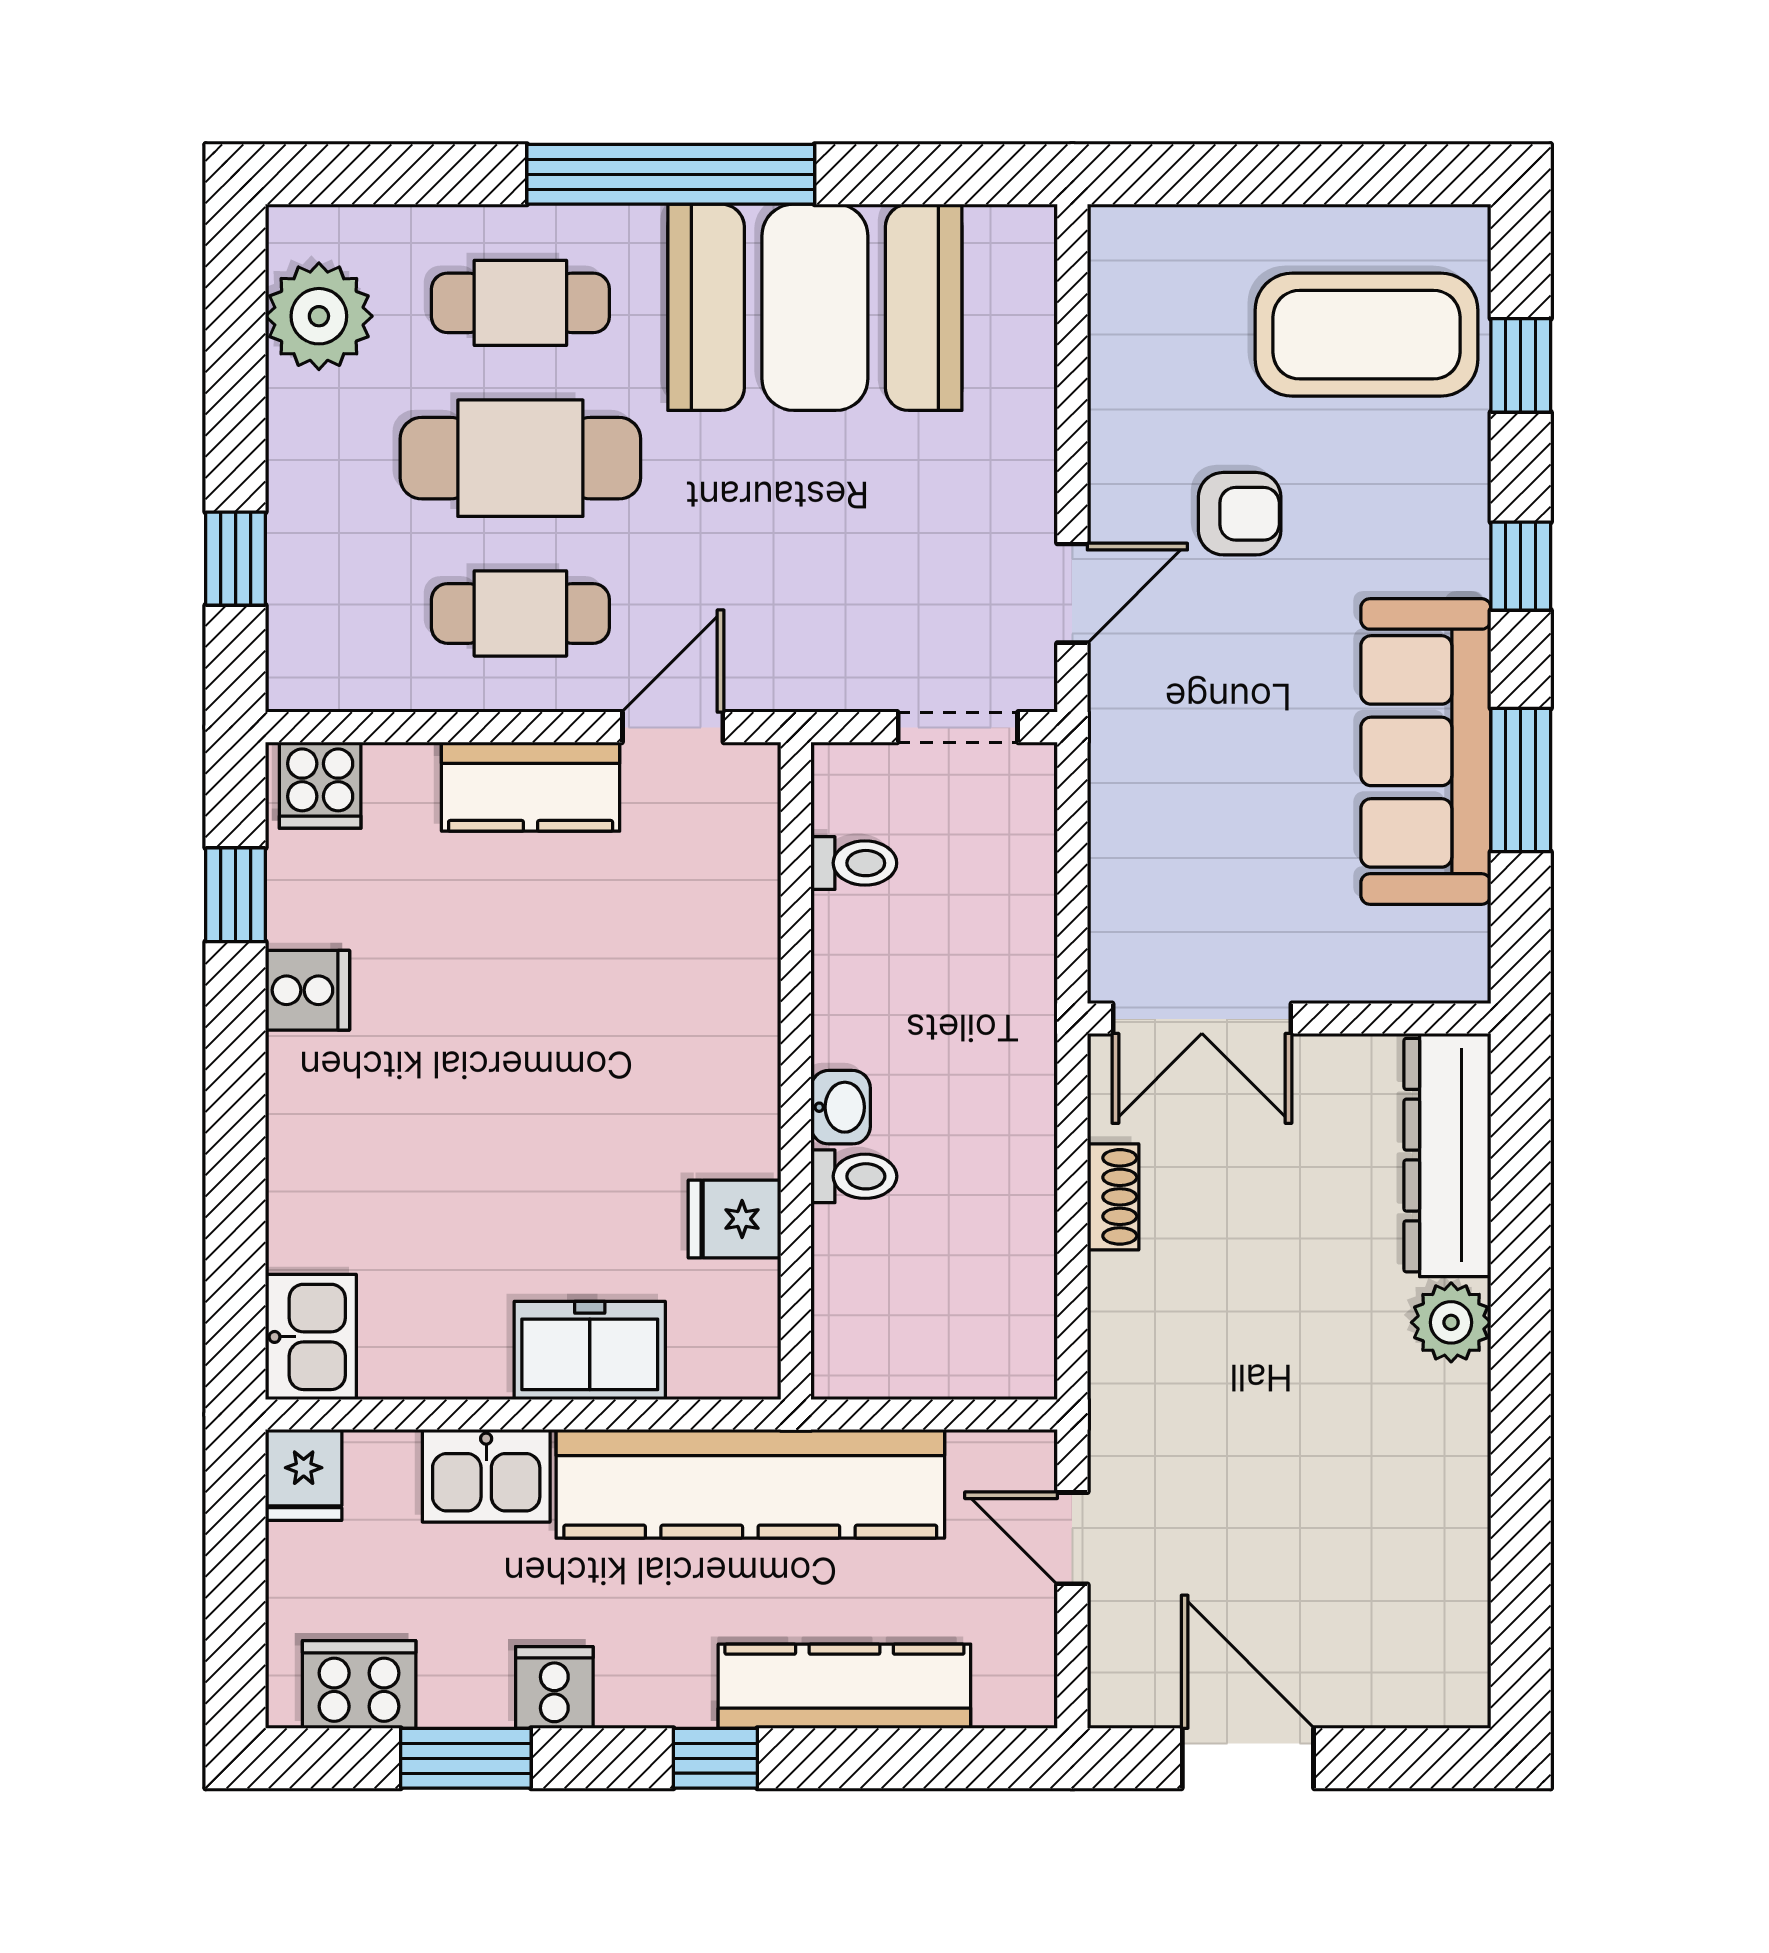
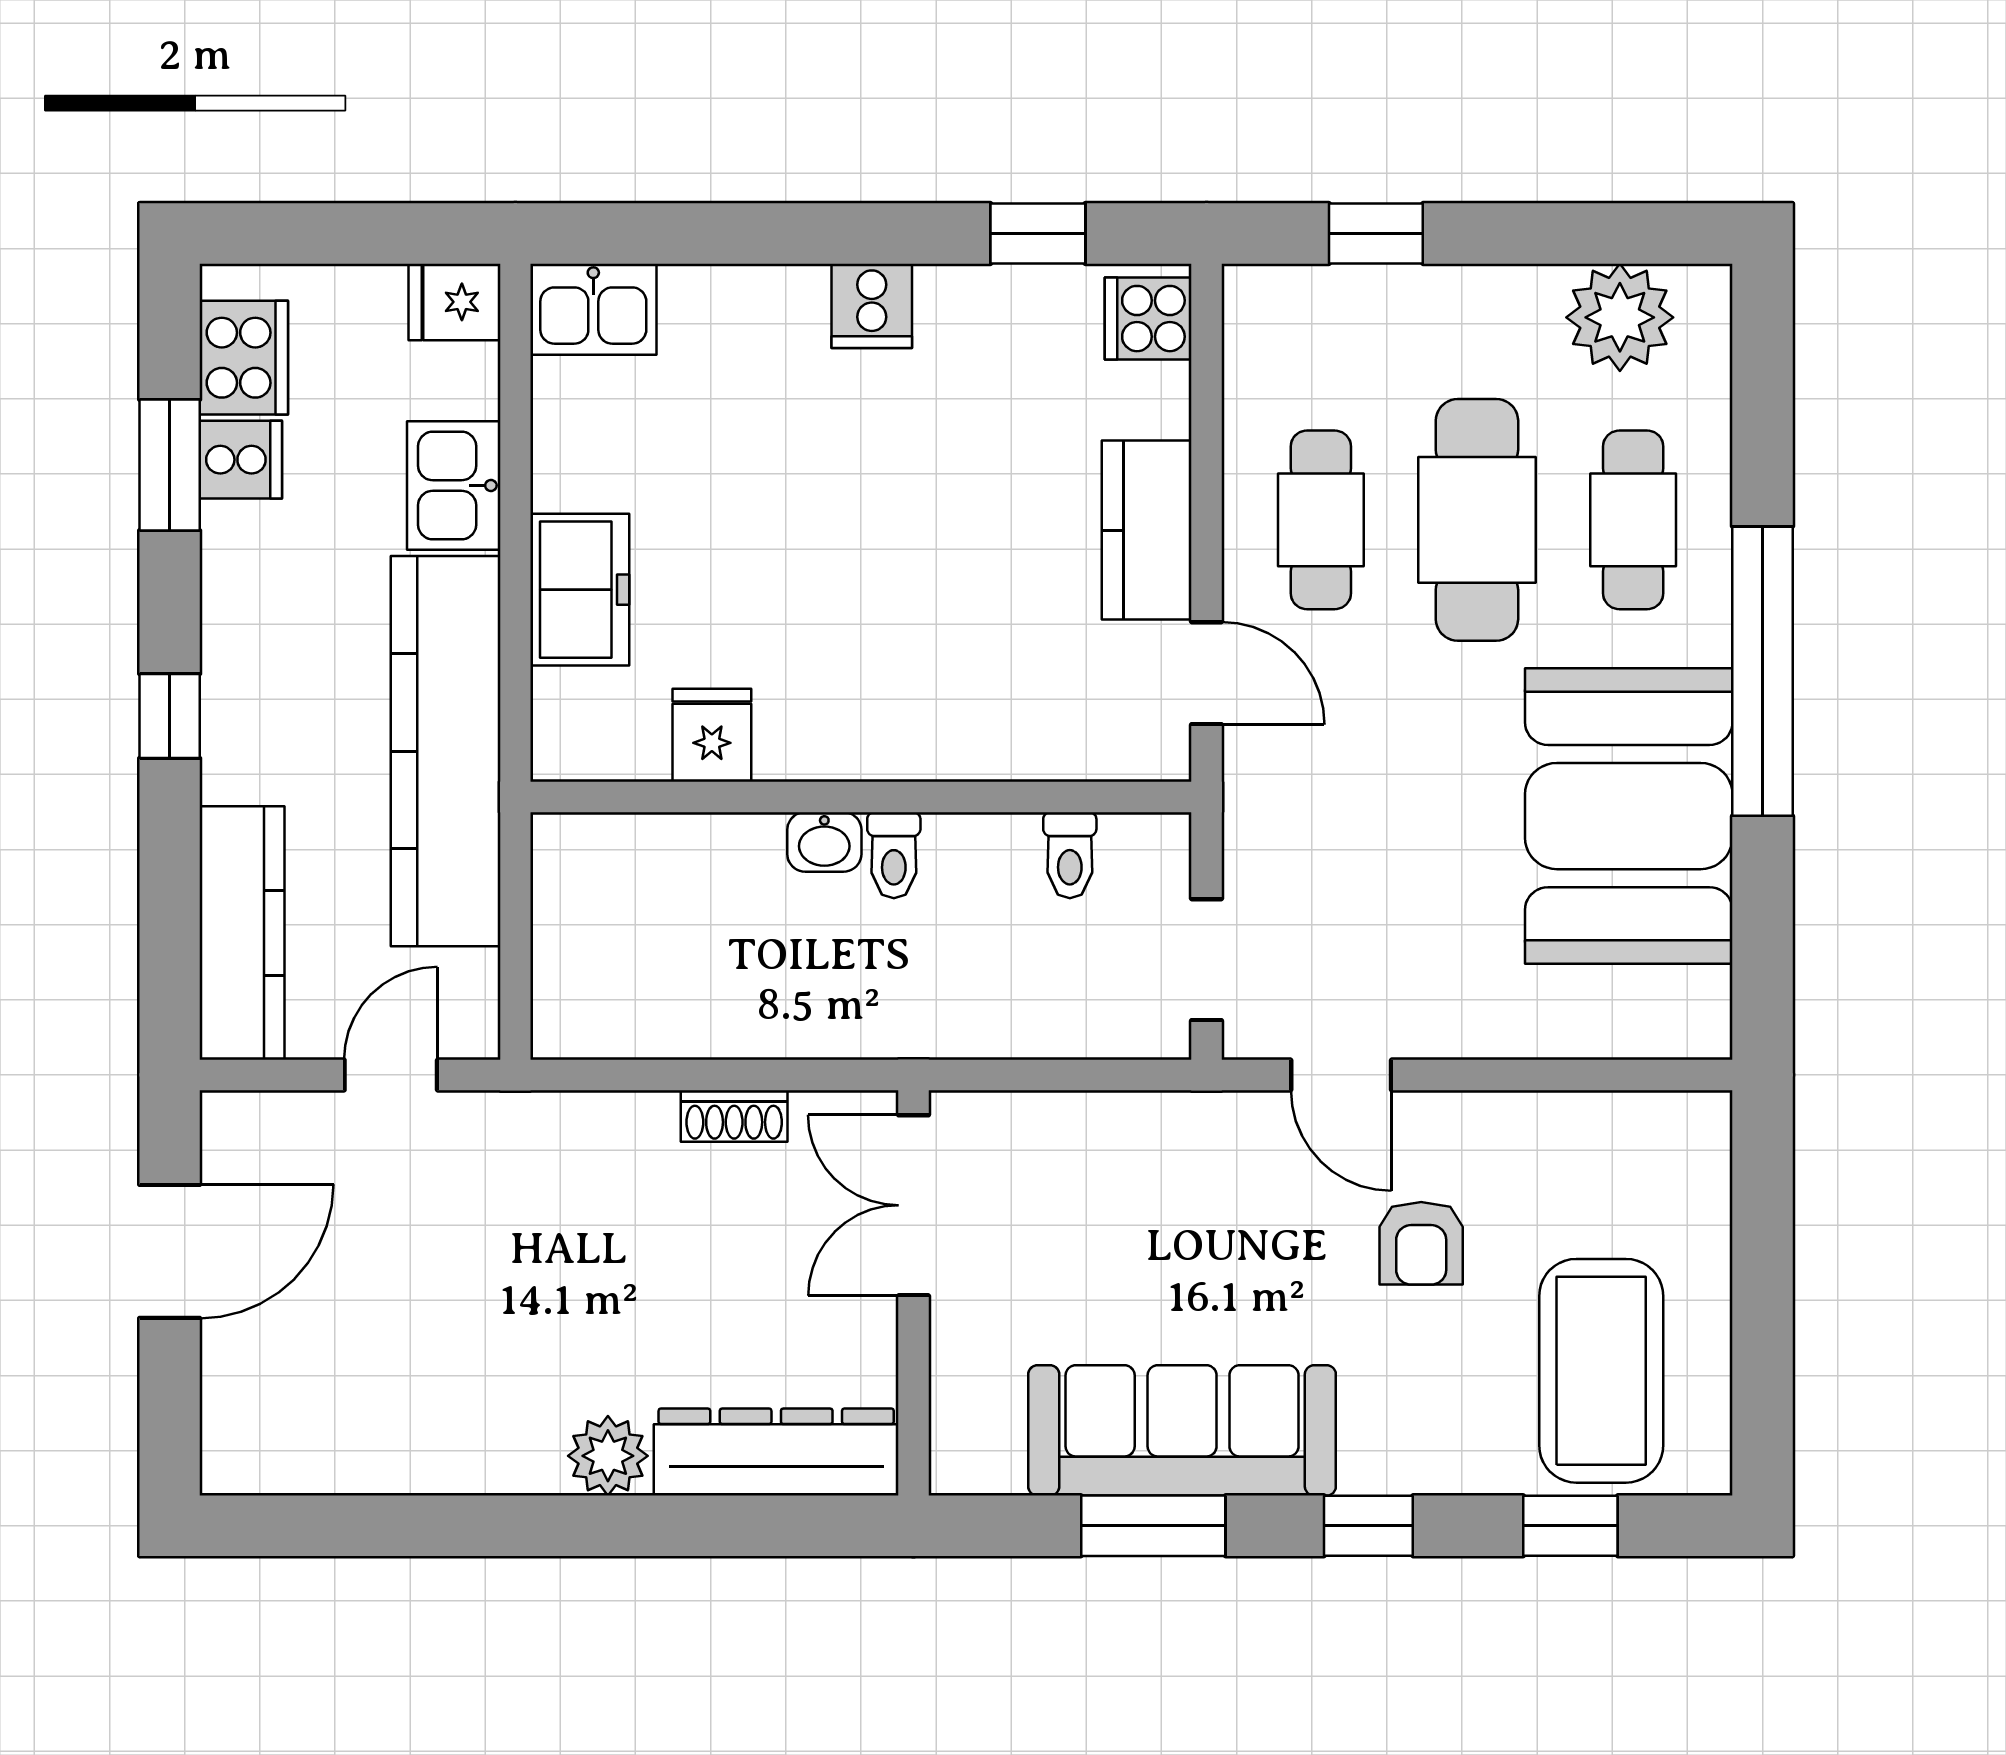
cooker: (307, 990) -> (872, 306), moved
toilet: (854, 1176) -> (894, 855), moved
kitchen counter: (844, 1686) -> (242, 933), moved
cooker: (554, 1687) -> (241, 460), moved

